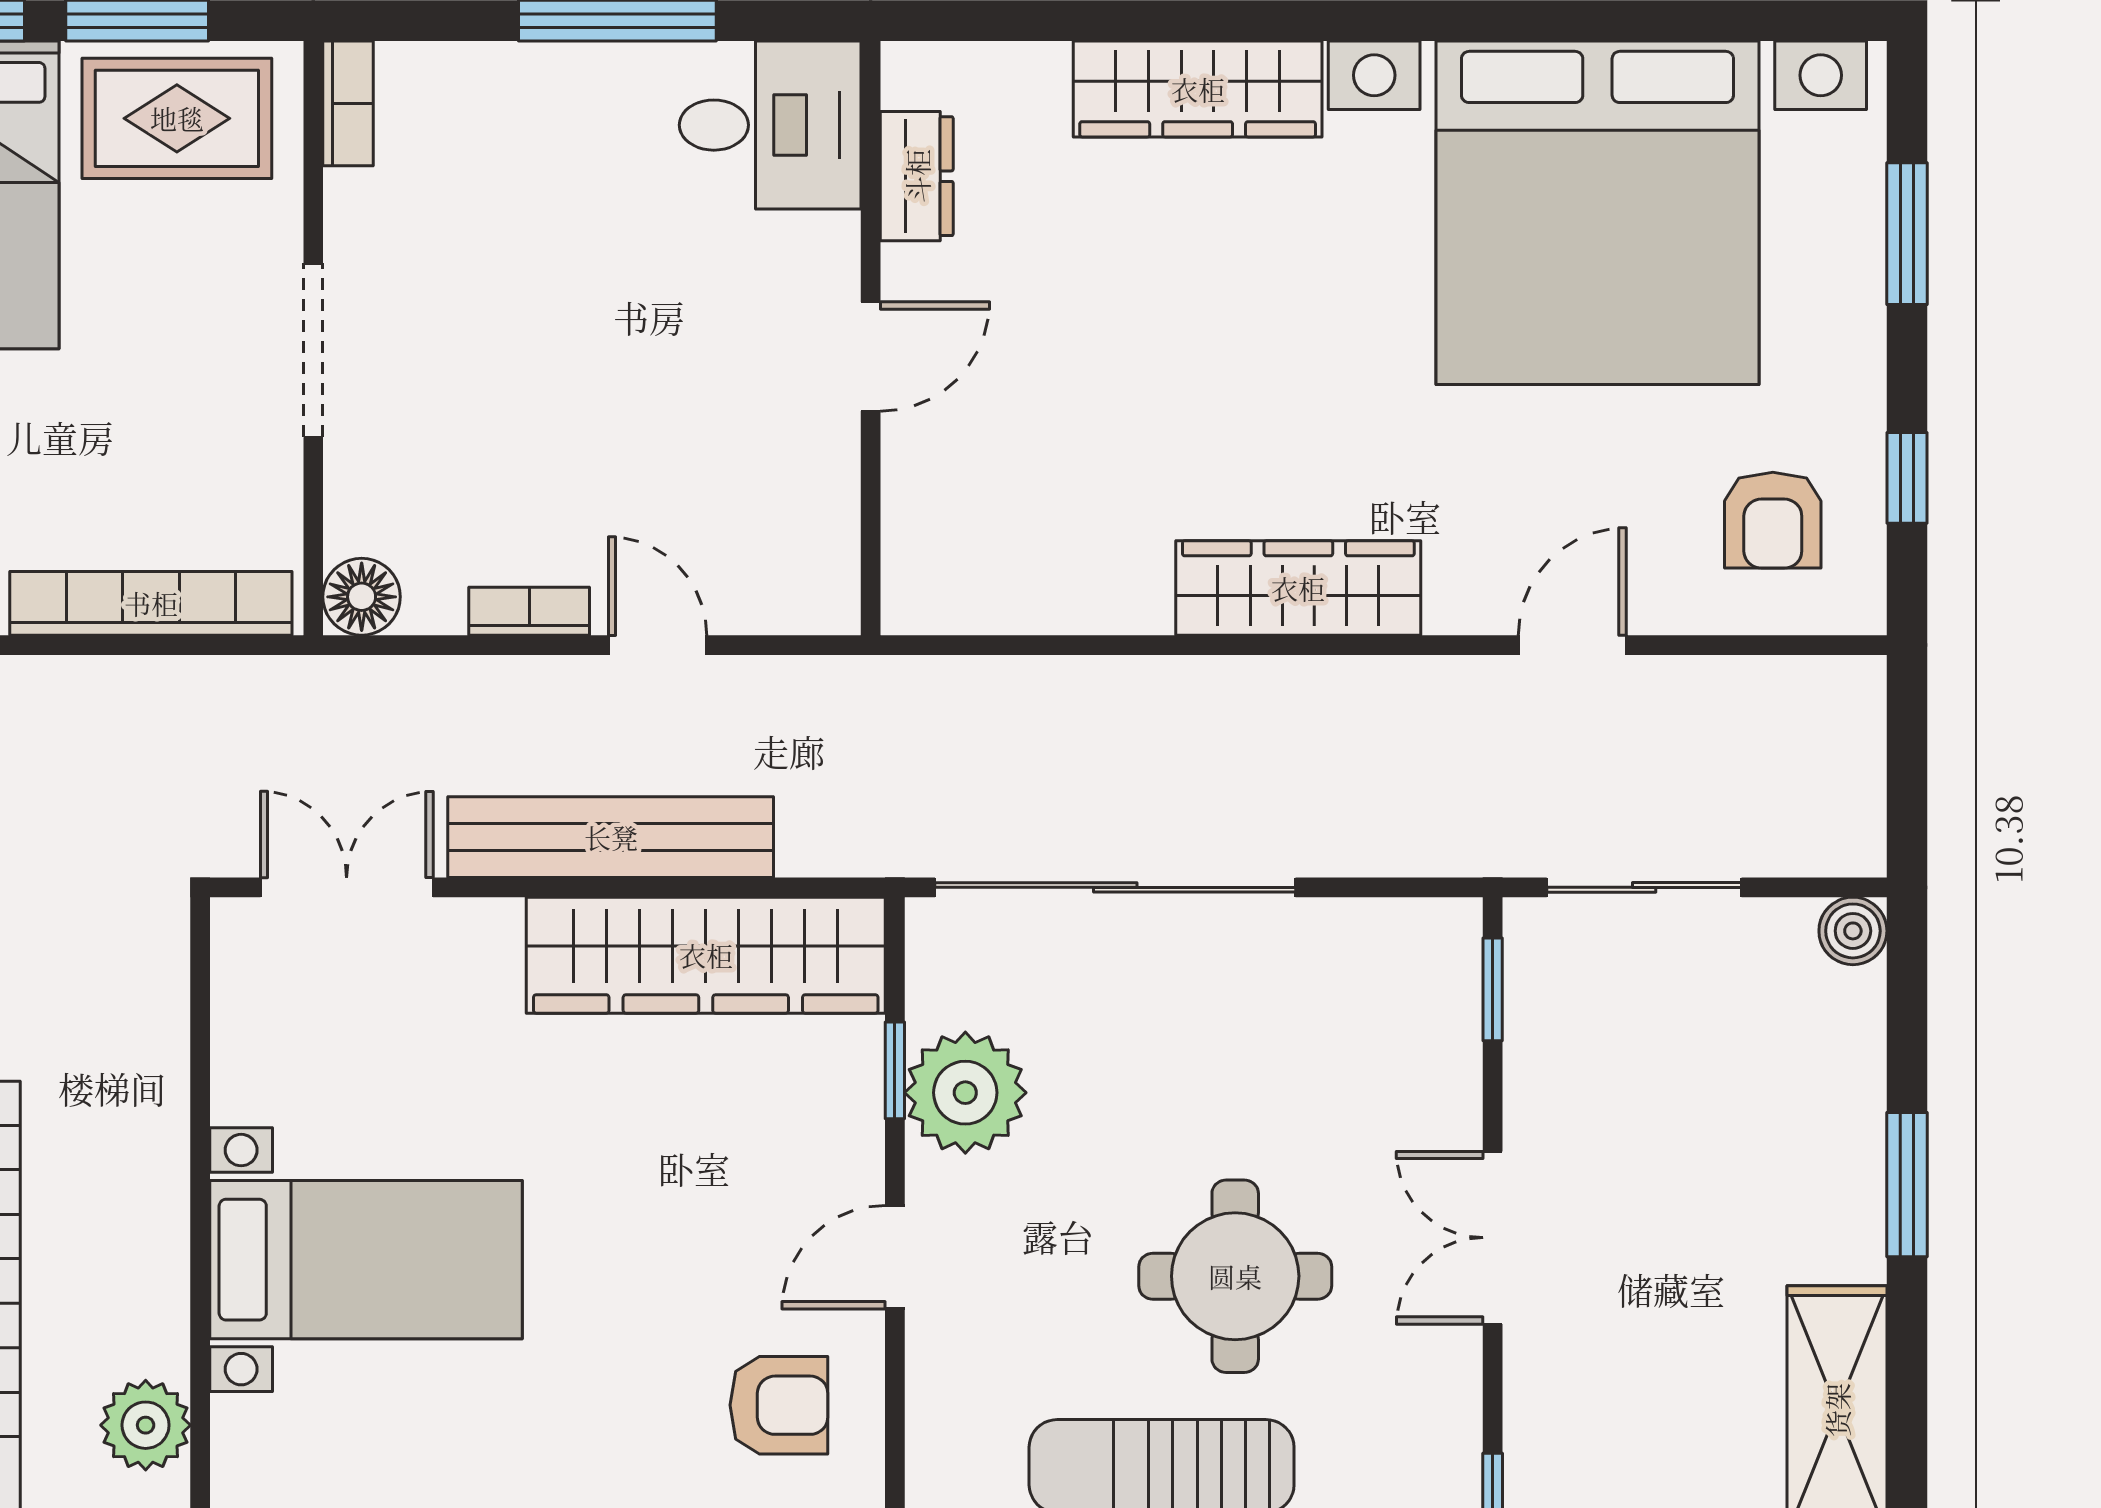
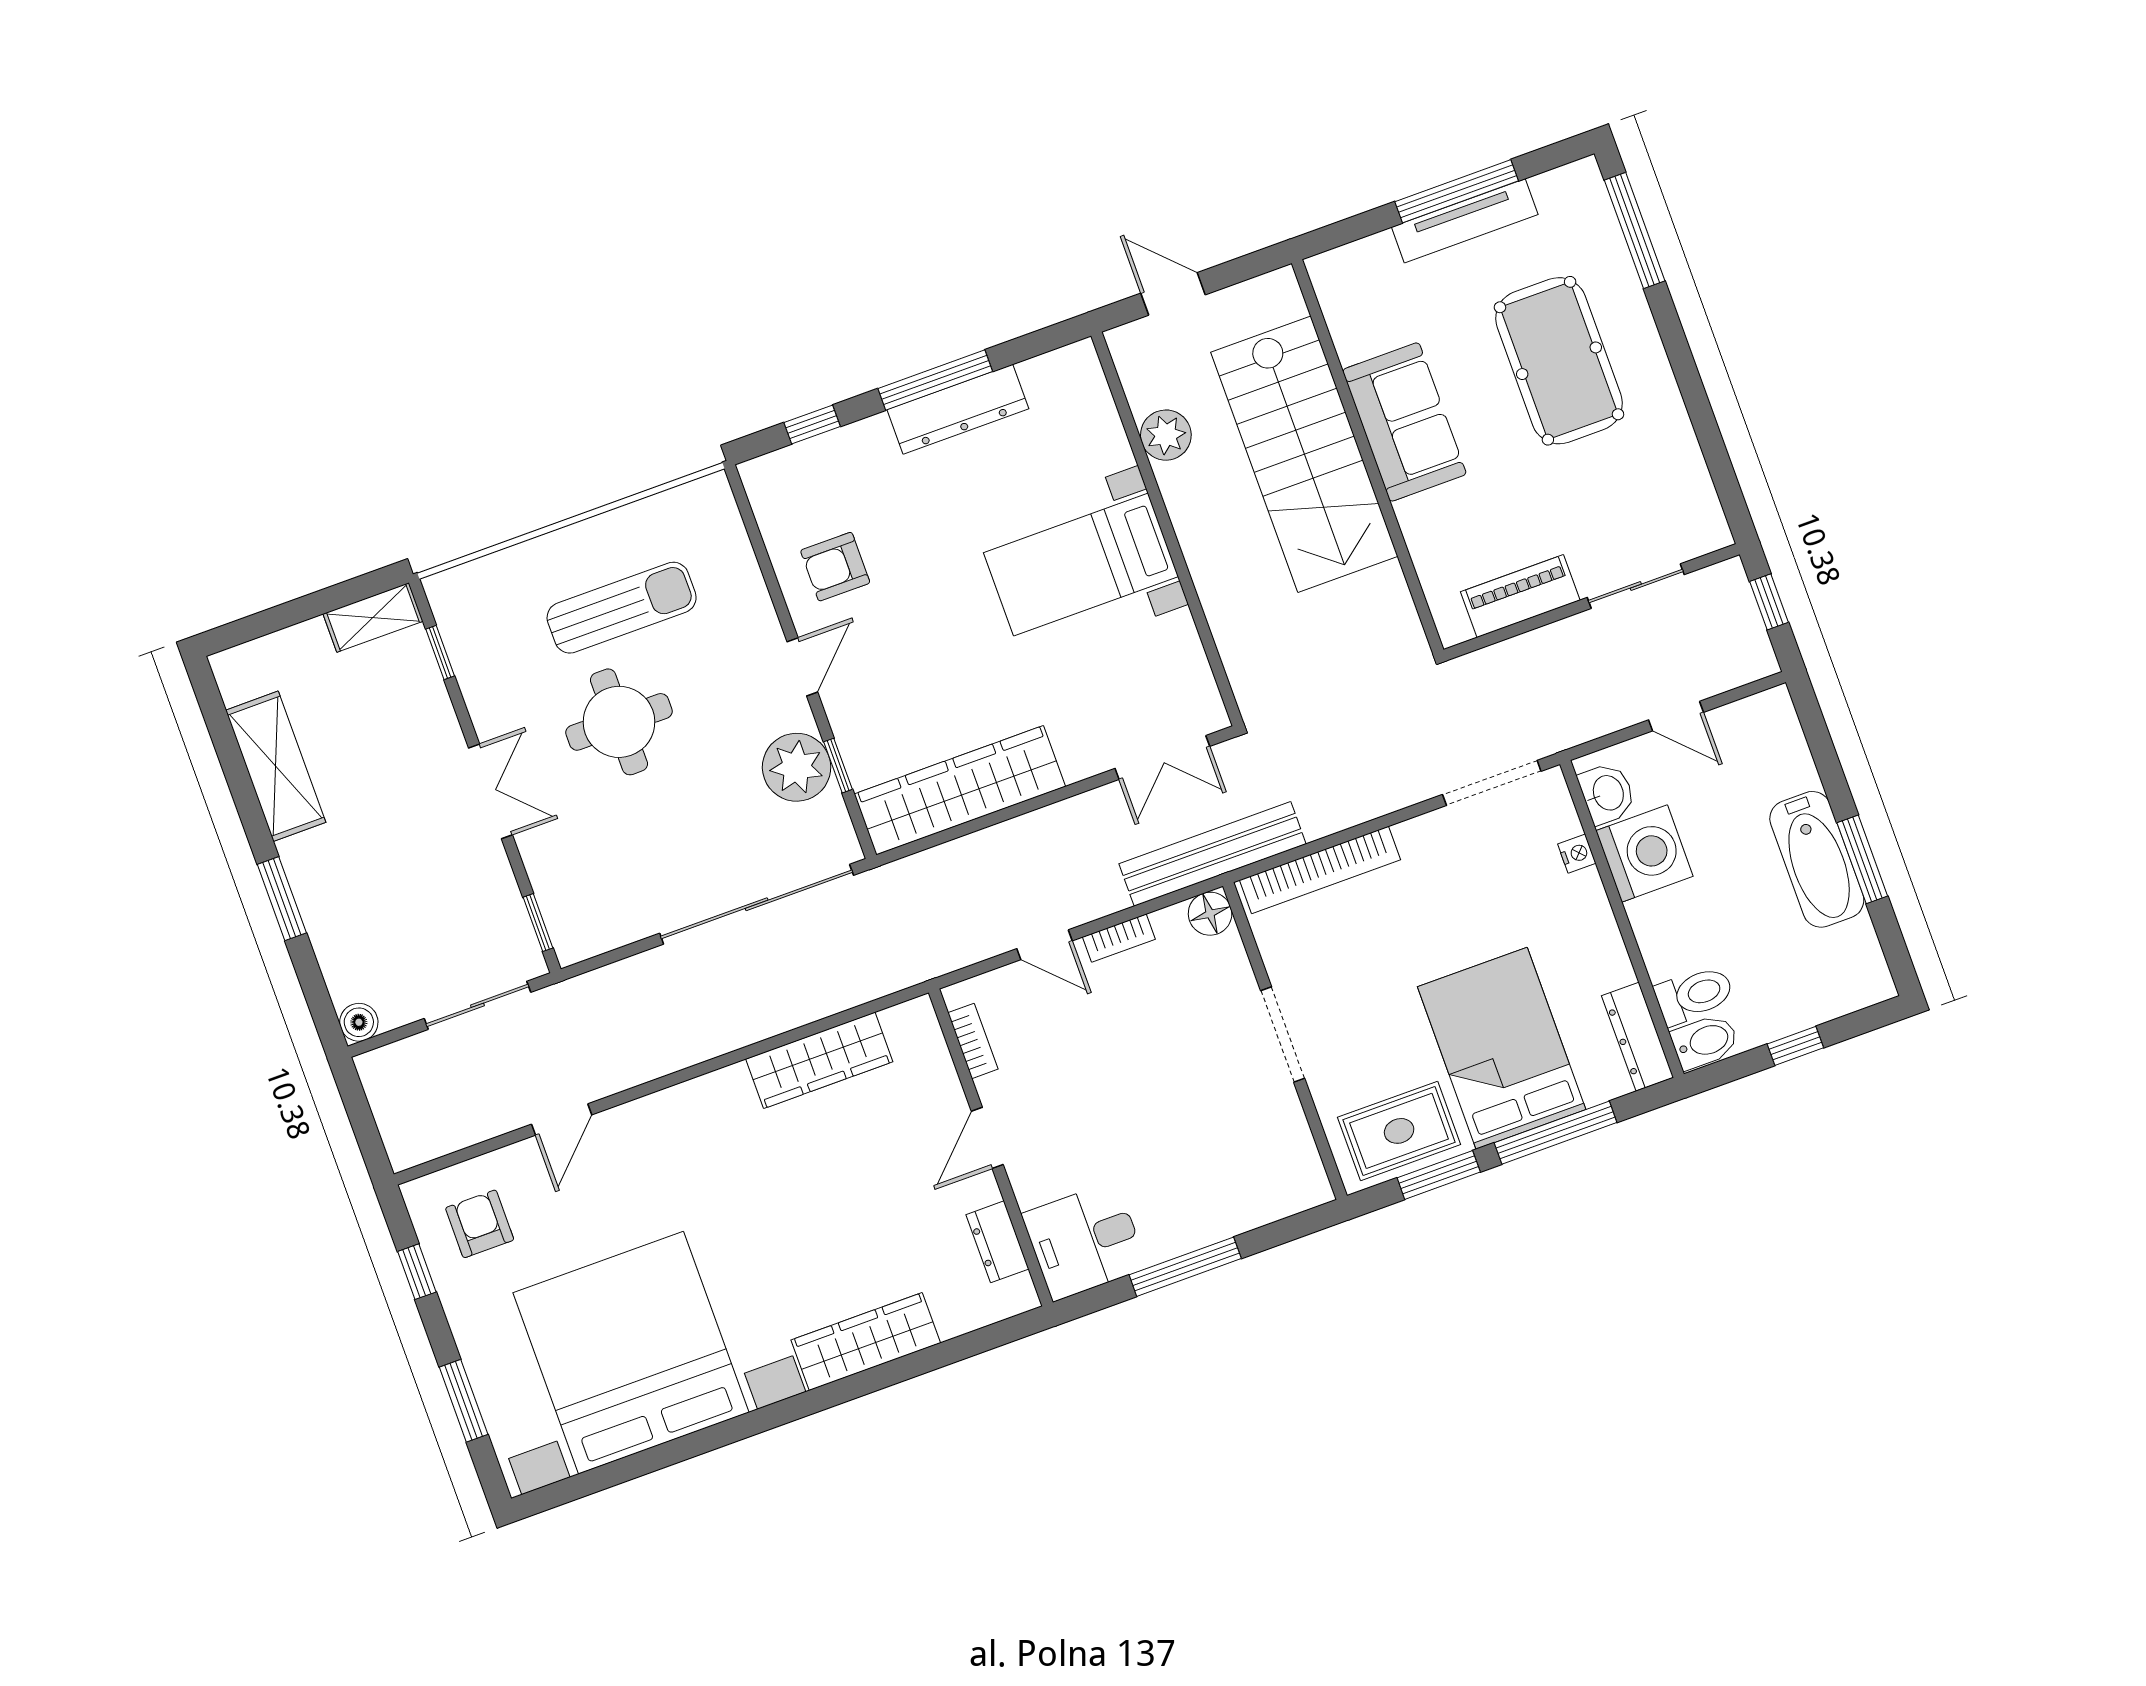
bookcase: (348, 103) -> (973, 1041), moved, turned 180
wardrobe: (1298, 588) -> (819, 1060), moved
bench: (611, 837) -> (1213, 854), moved

